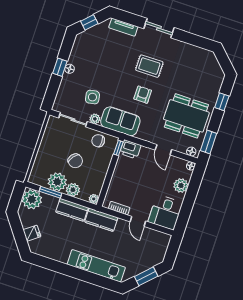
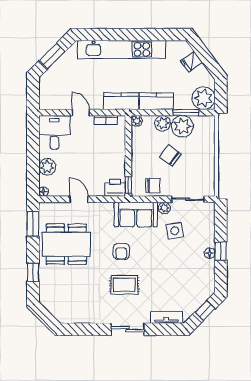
floor lamp: (191, 152) -> (48, 207), removed
kitchen unit: (96, 266) -> (122, 49), width x1.36

